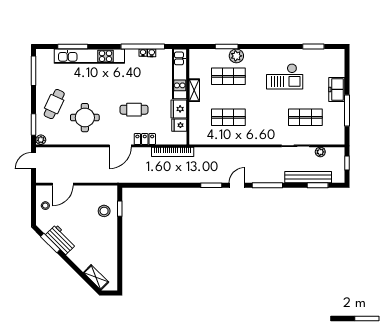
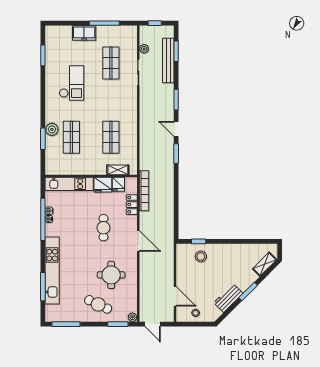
shelving: (194, 90) -> (118, 170), moved
locker: (145, 139) -> (132, 205), moved
window: (267, 185) -> (176, 100), width x0.69
window: (50, 243) -> (248, 291), moved

